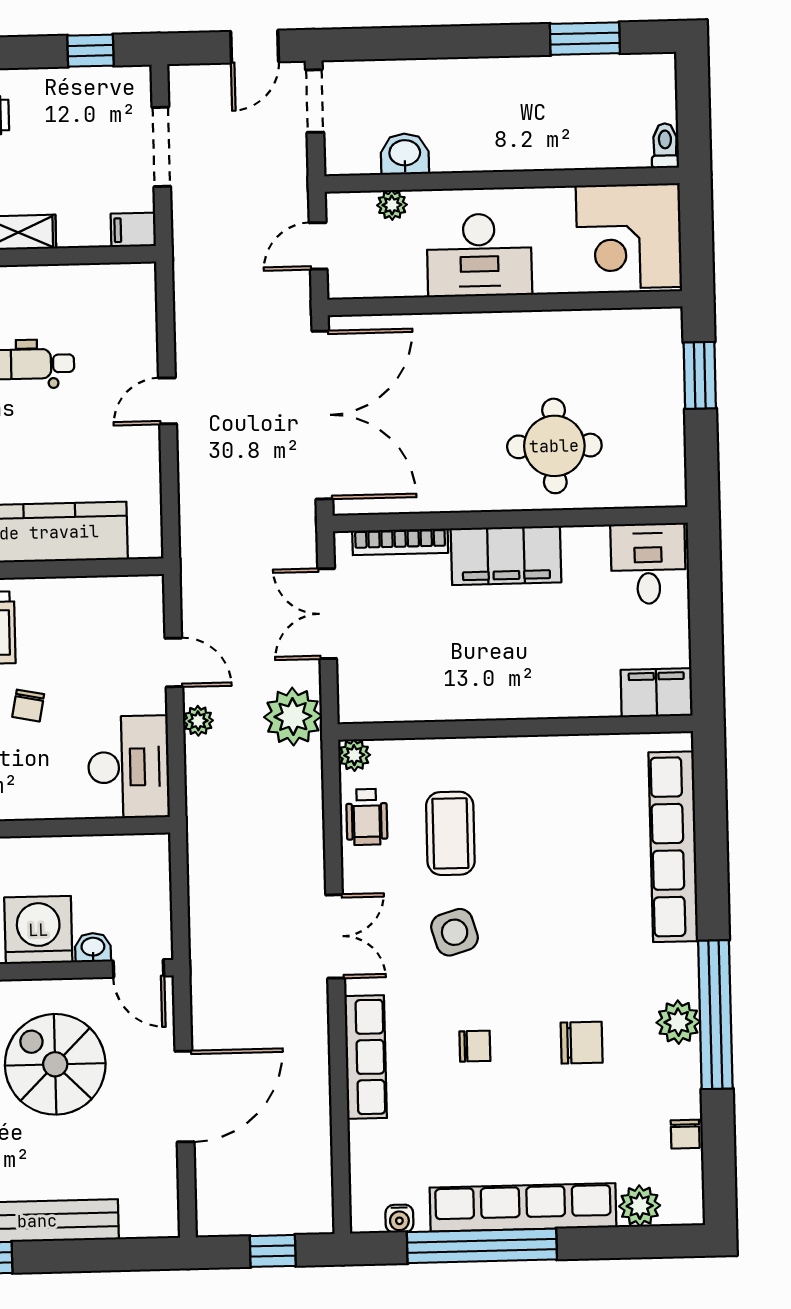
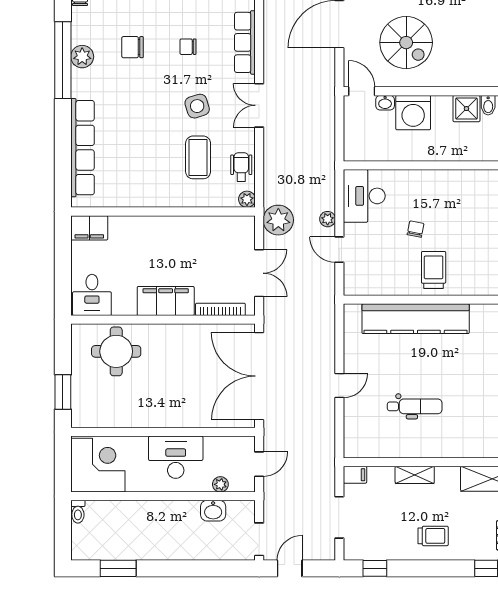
round table: (554, 446) -> (116, 351), moved

